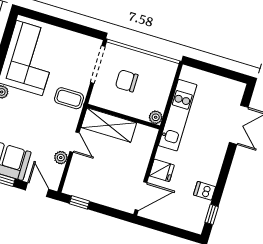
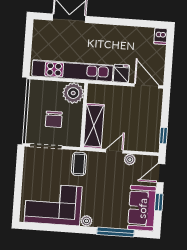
kitchen unit: (178, 115) -> (73, 71), width x1.36
plant: (156, 117) -> (73, 93), width x1.87, depth x1.87
dishwasher: (205, 191) -> (161, 36), moved
window: (212, 214) -> (149, 24), removed

